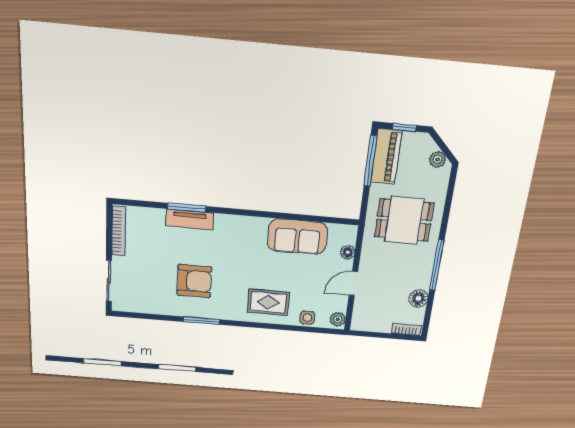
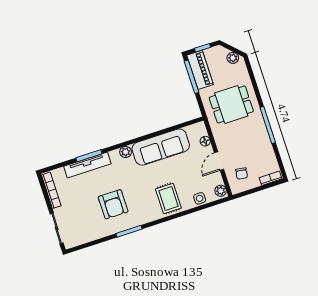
tv unit: (190, 219) -> (87, 165), width x1.41
plant: (238, 223) -> (126, 152), added
sofa: (297, 237) -> (161, 147), width x1.36
armchair: (194, 281) -> (113, 204), turned 90
floor lamp: (418, 299) -> (268, 153), removed
rug: (268, 302) -> (168, 198), turned 90
chair: (374, 310) -> (242, 174), added

